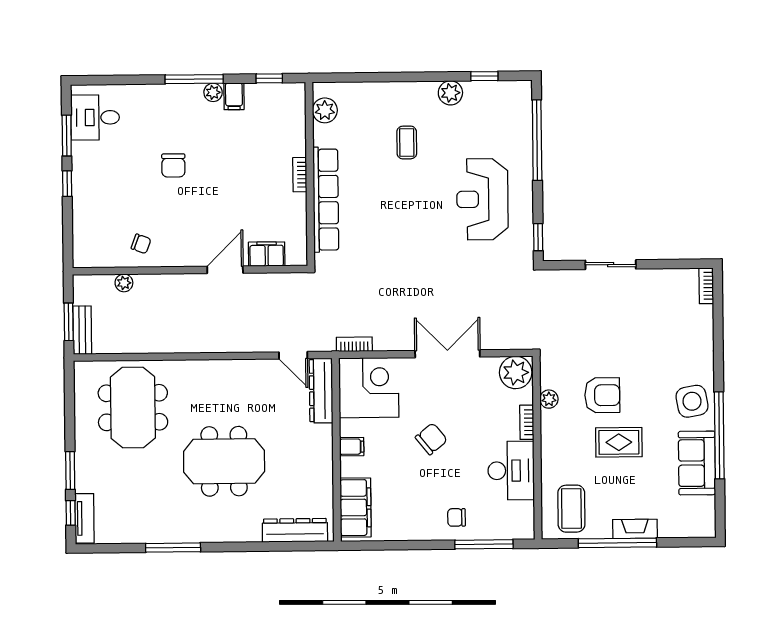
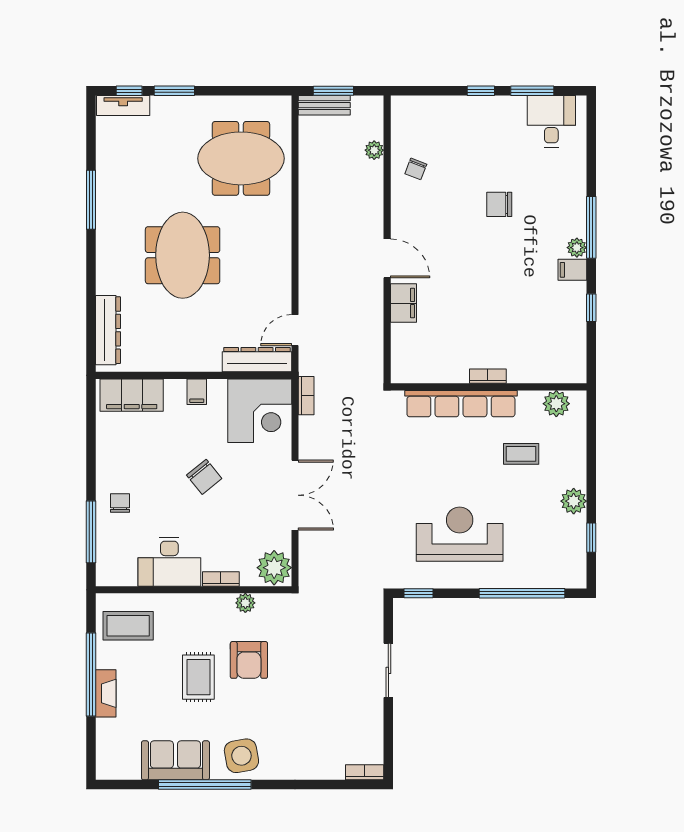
plant: (325, 110) -> (556, 404), moved
wall: (310, 174) -> (489, 387), moved
bookcase: (300, 175) -> (488, 376), moved
row of seats: (326, 200) -> (461, 404), moved

